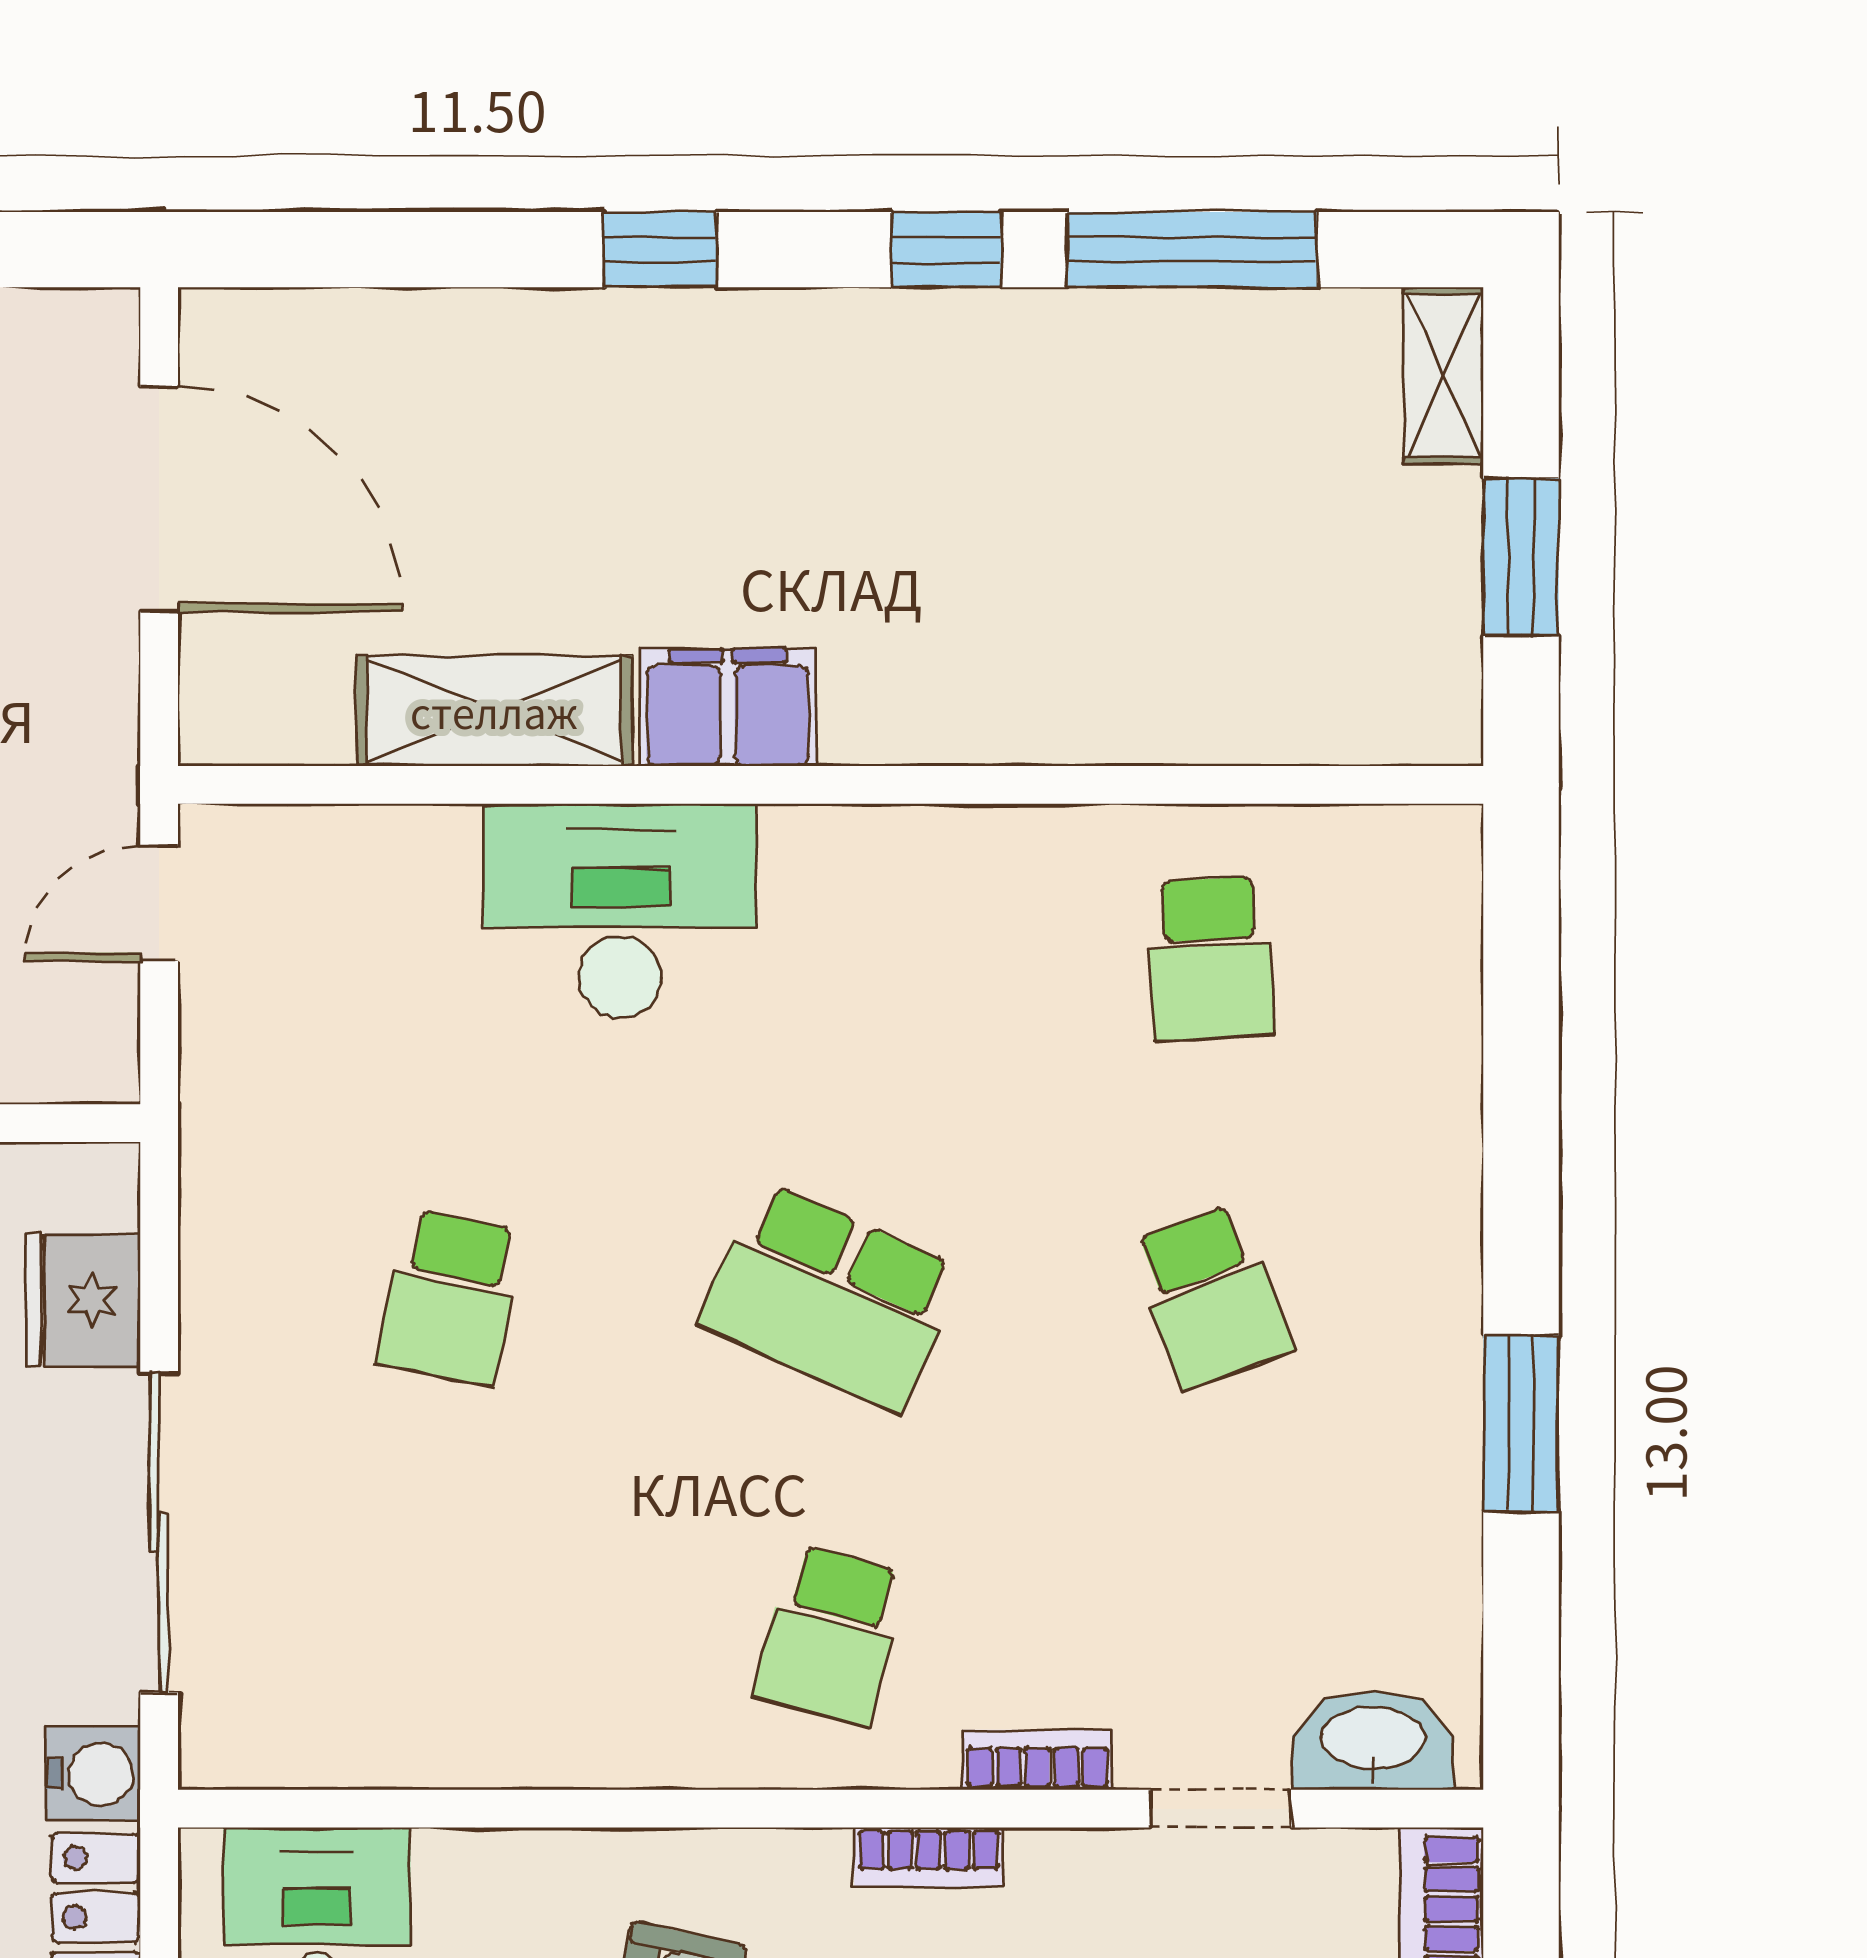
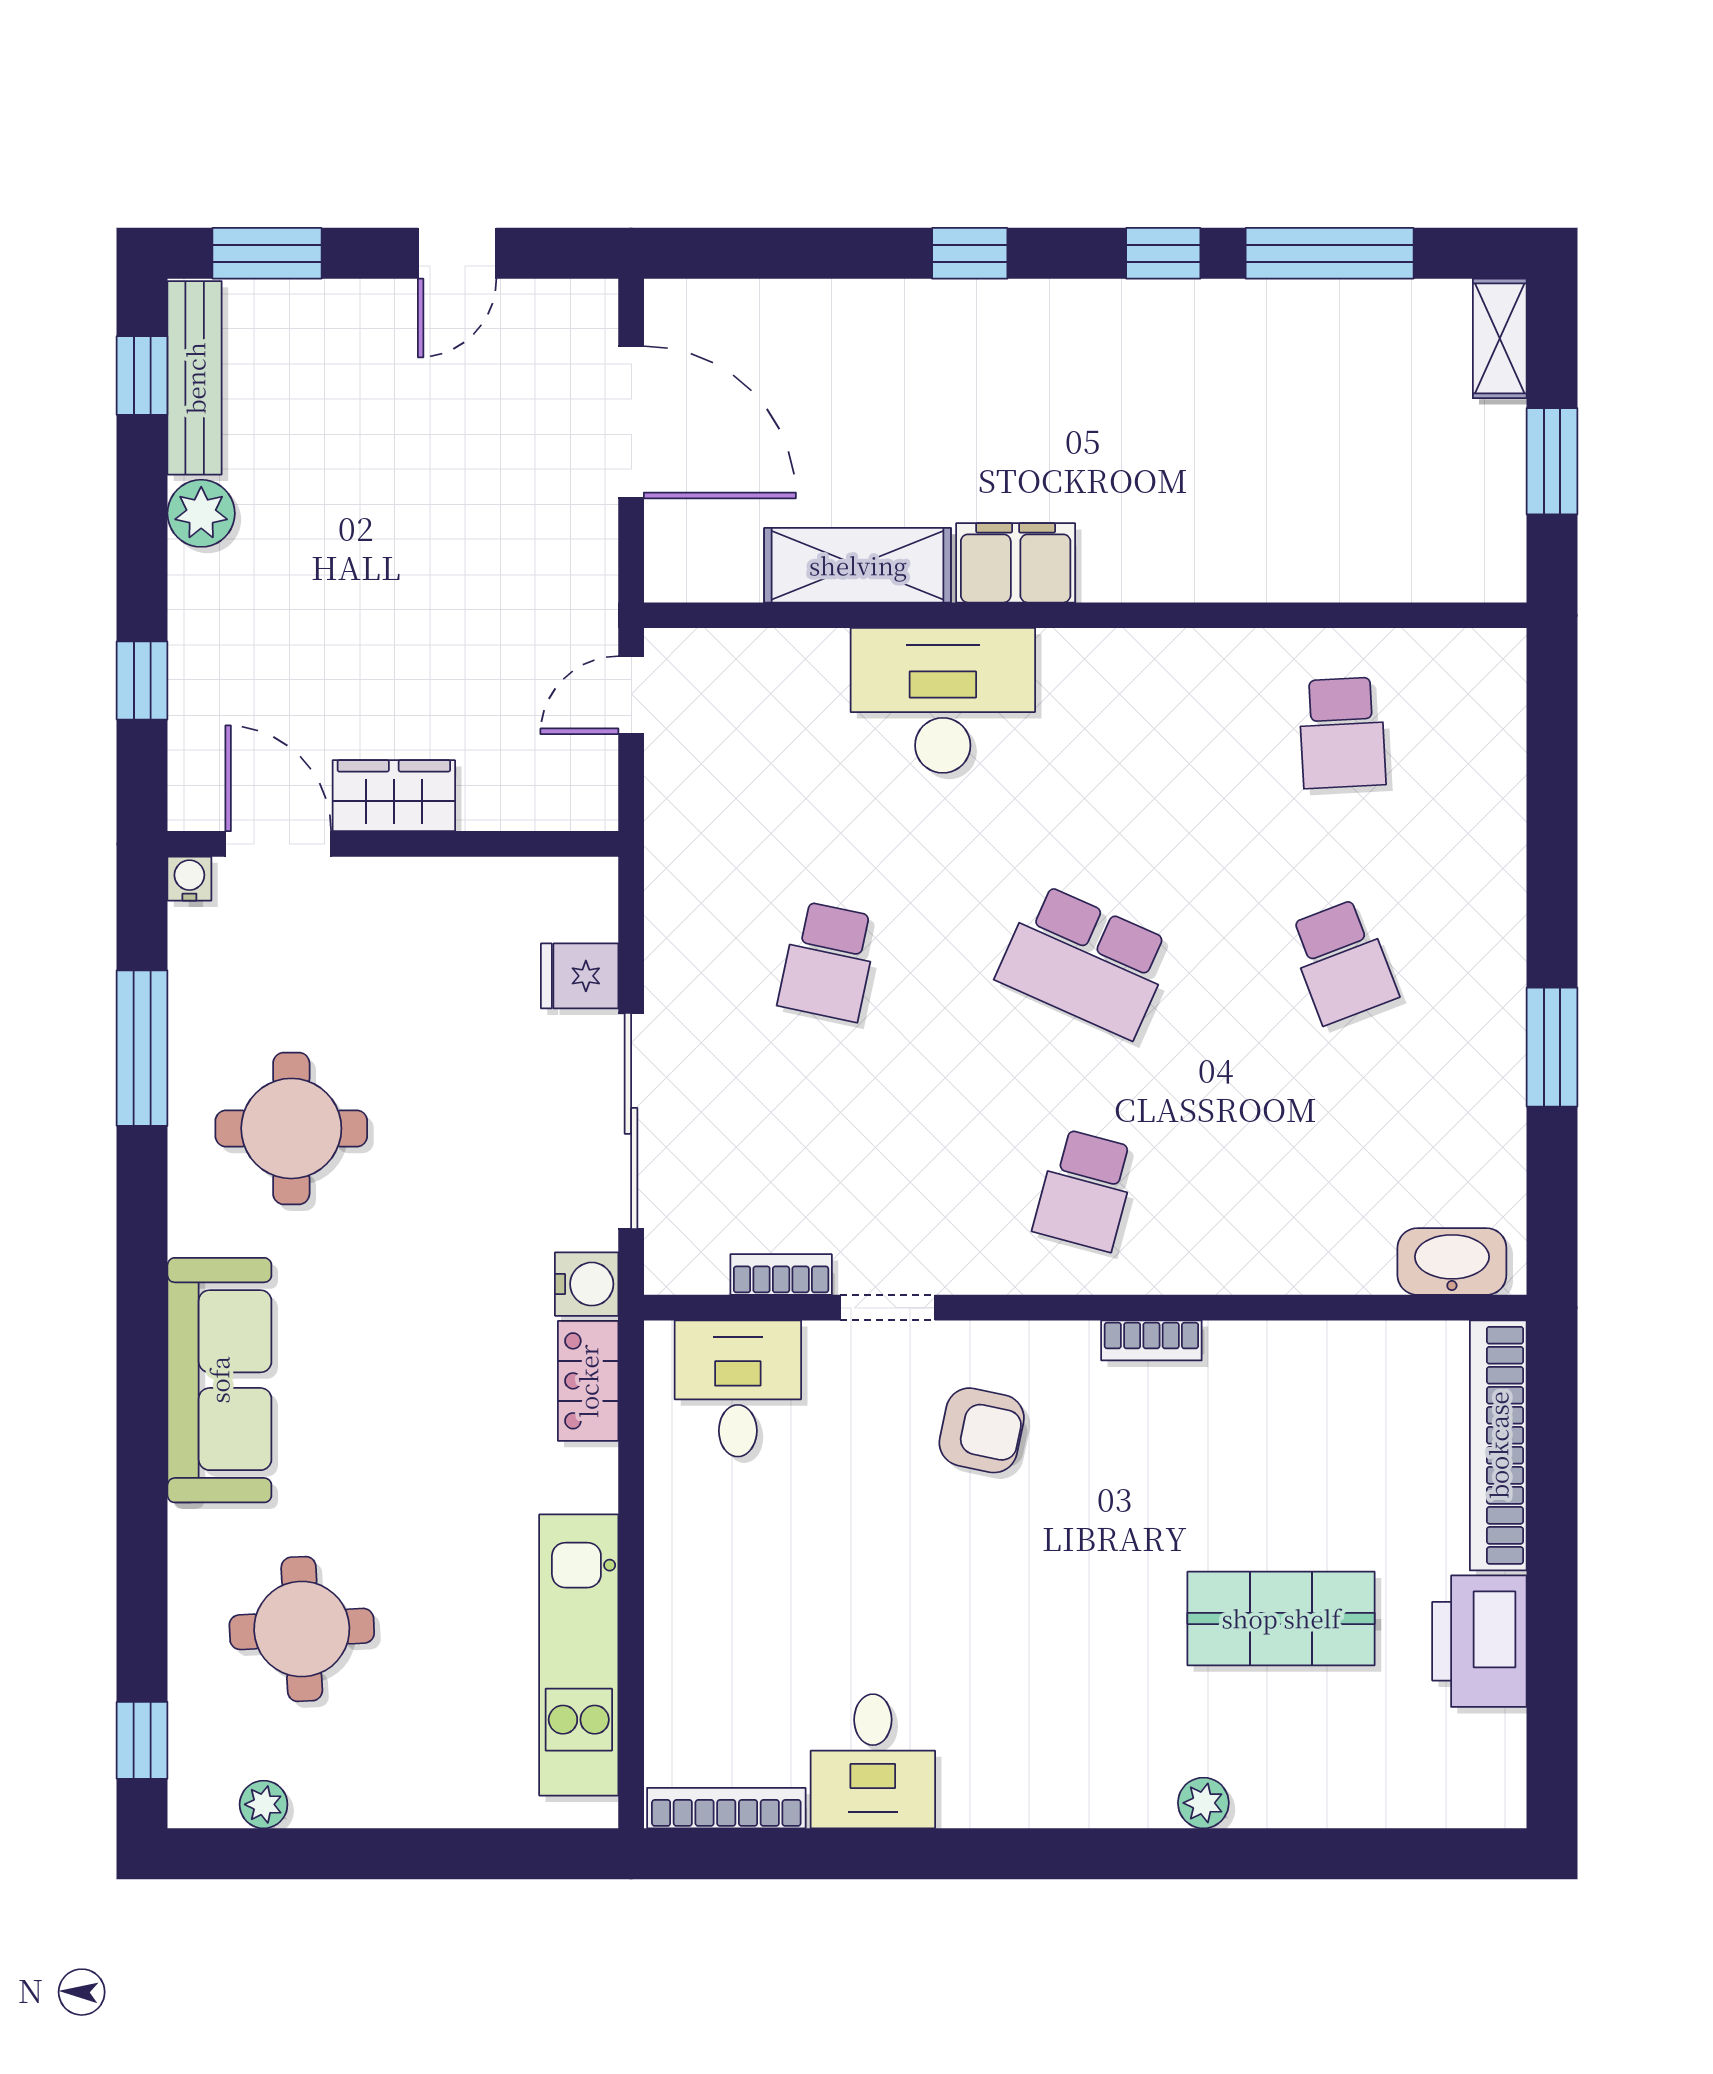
fridge: (83, 1300) -> (580, 976), width x0.72
bookcase: (1037, 1760) -> (781, 1275), moved
doorway: (1221, 1809) -> (887, 1308), moved

